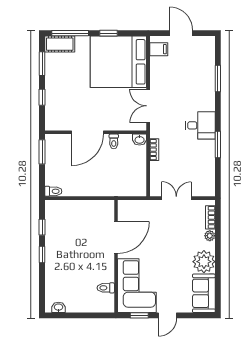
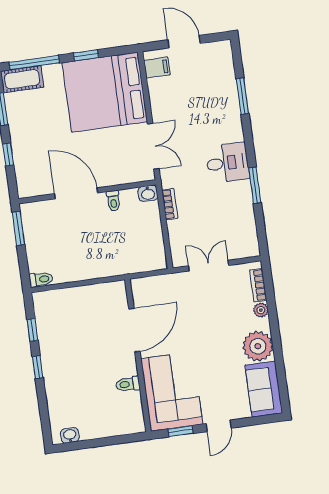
double door: (148, 106) -> (153, 146), swing flipped
door: (87, 132) -> (76, 193), swing flipped
toilet: (106, 288) -> (128, 384), moved

